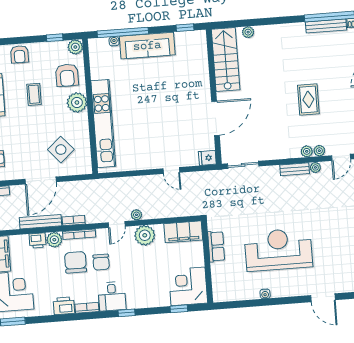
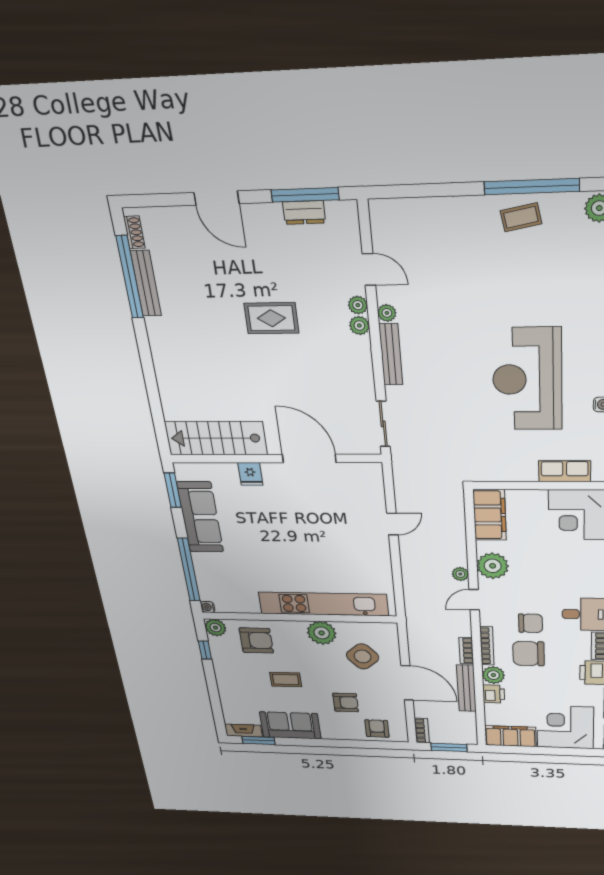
window: (185, 28) -> (173, 490), width x1.50
plant: (248, 32) -> (170, 403), removed
water cooler: (114, 41) -> (208, 607), moved
sofa: (147, 46) -> (200, 517), moved
armchair: (19, 54) -> (346, 702), moved
plant: (77, 102) -> (322, 633), moved
fridge: (207, 158) -> (250, 474), moved
bench: (295, 169) -> (391, 354), width x1.36
door: (117, 224) -> (474, 600), swing flipped
row of seats: (216, 246) -> (565, 471), moved

